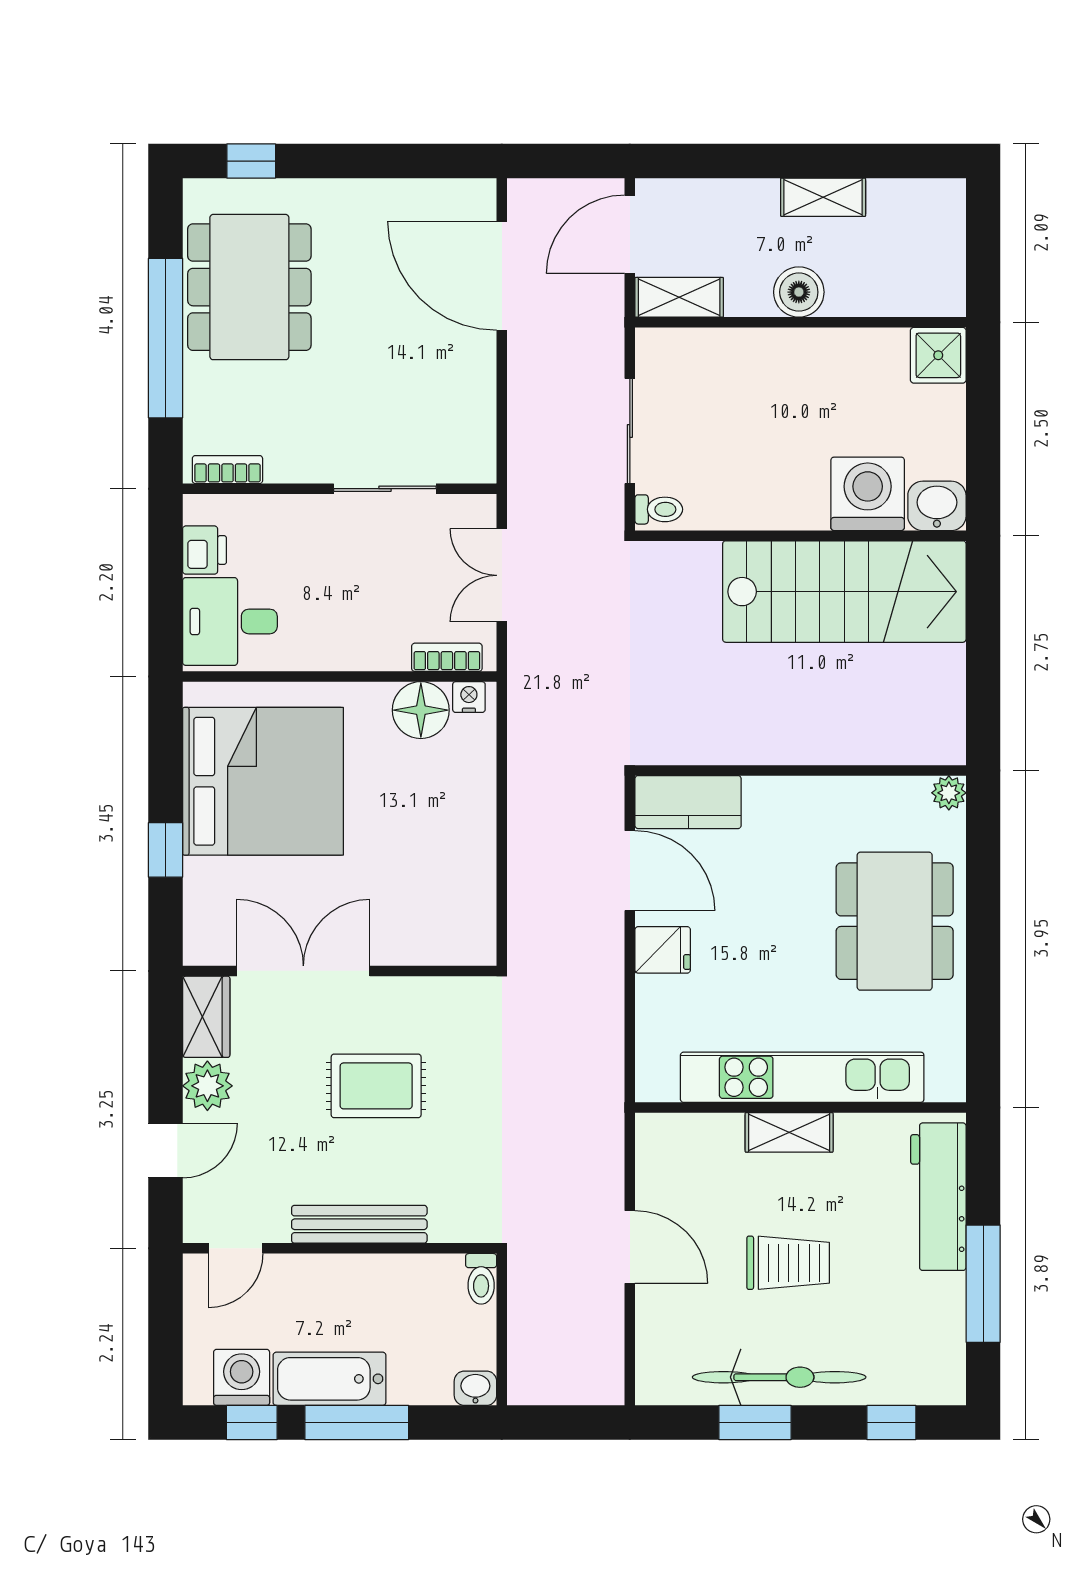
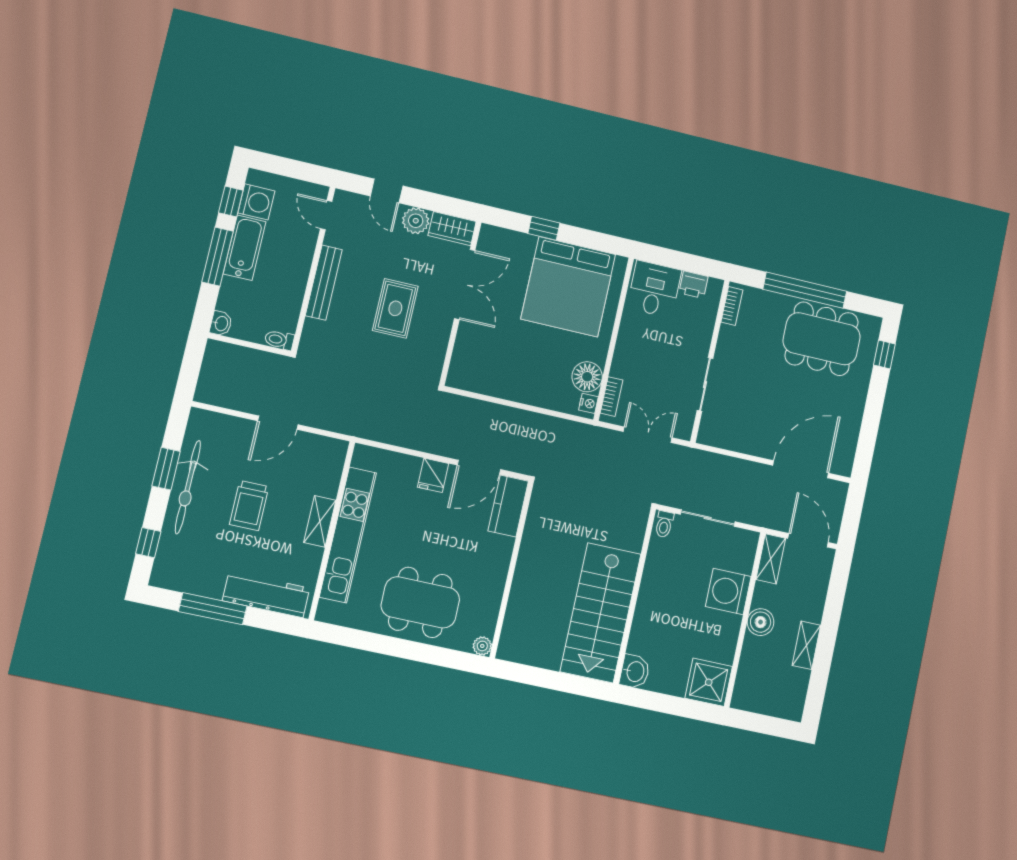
shower: (938, 355) -> (709, 682), width x1.36, depth x1.36
washing machine: (868, 494) -> (728, 591), moved, turned 180

